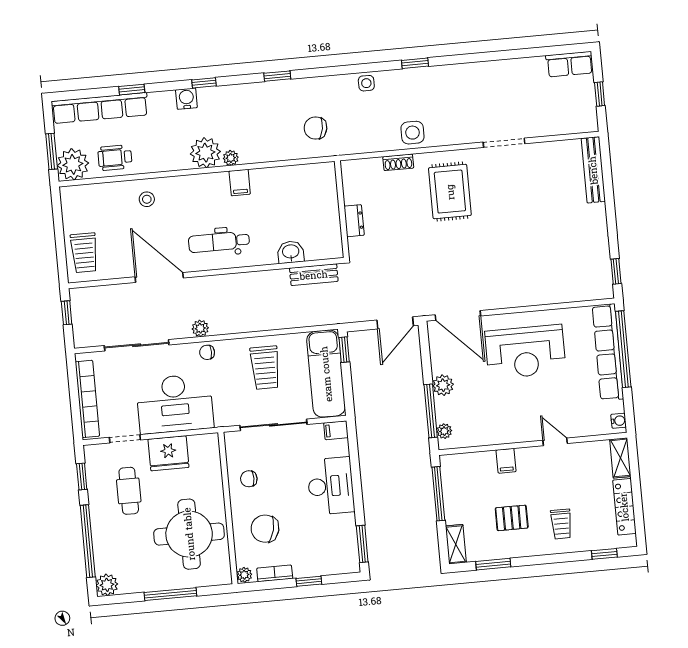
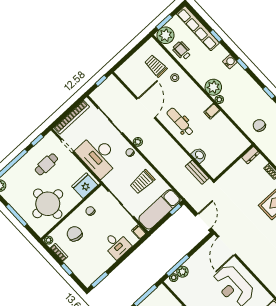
dresser: (354, 221) -> (251, 155), moved
trolley: (84, 253) -> (156, 66), moved, turned 88
door: (395, 323) -> (203, 222), swing flipped
plant: (443, 385) -> (182, 272), moved
fridge: (168, 453) -> (85, 186), moved, turned 90
desk: (331, 486) -> (117, 245), width x0.73

